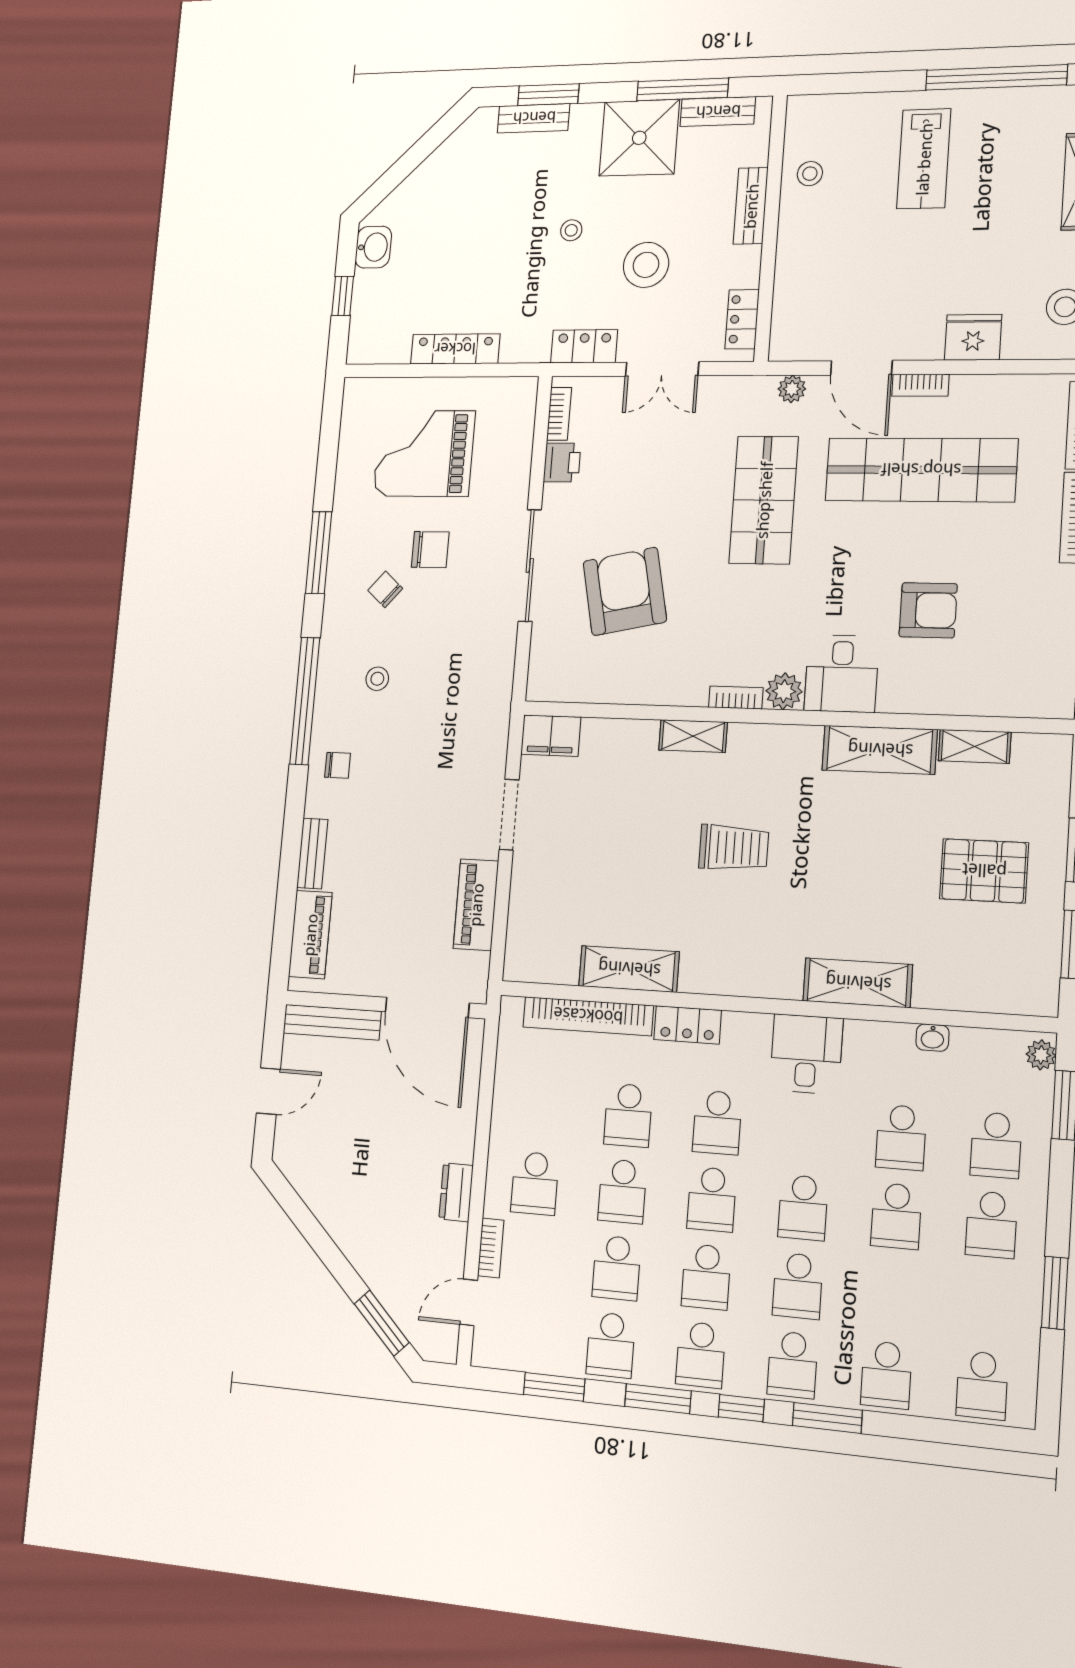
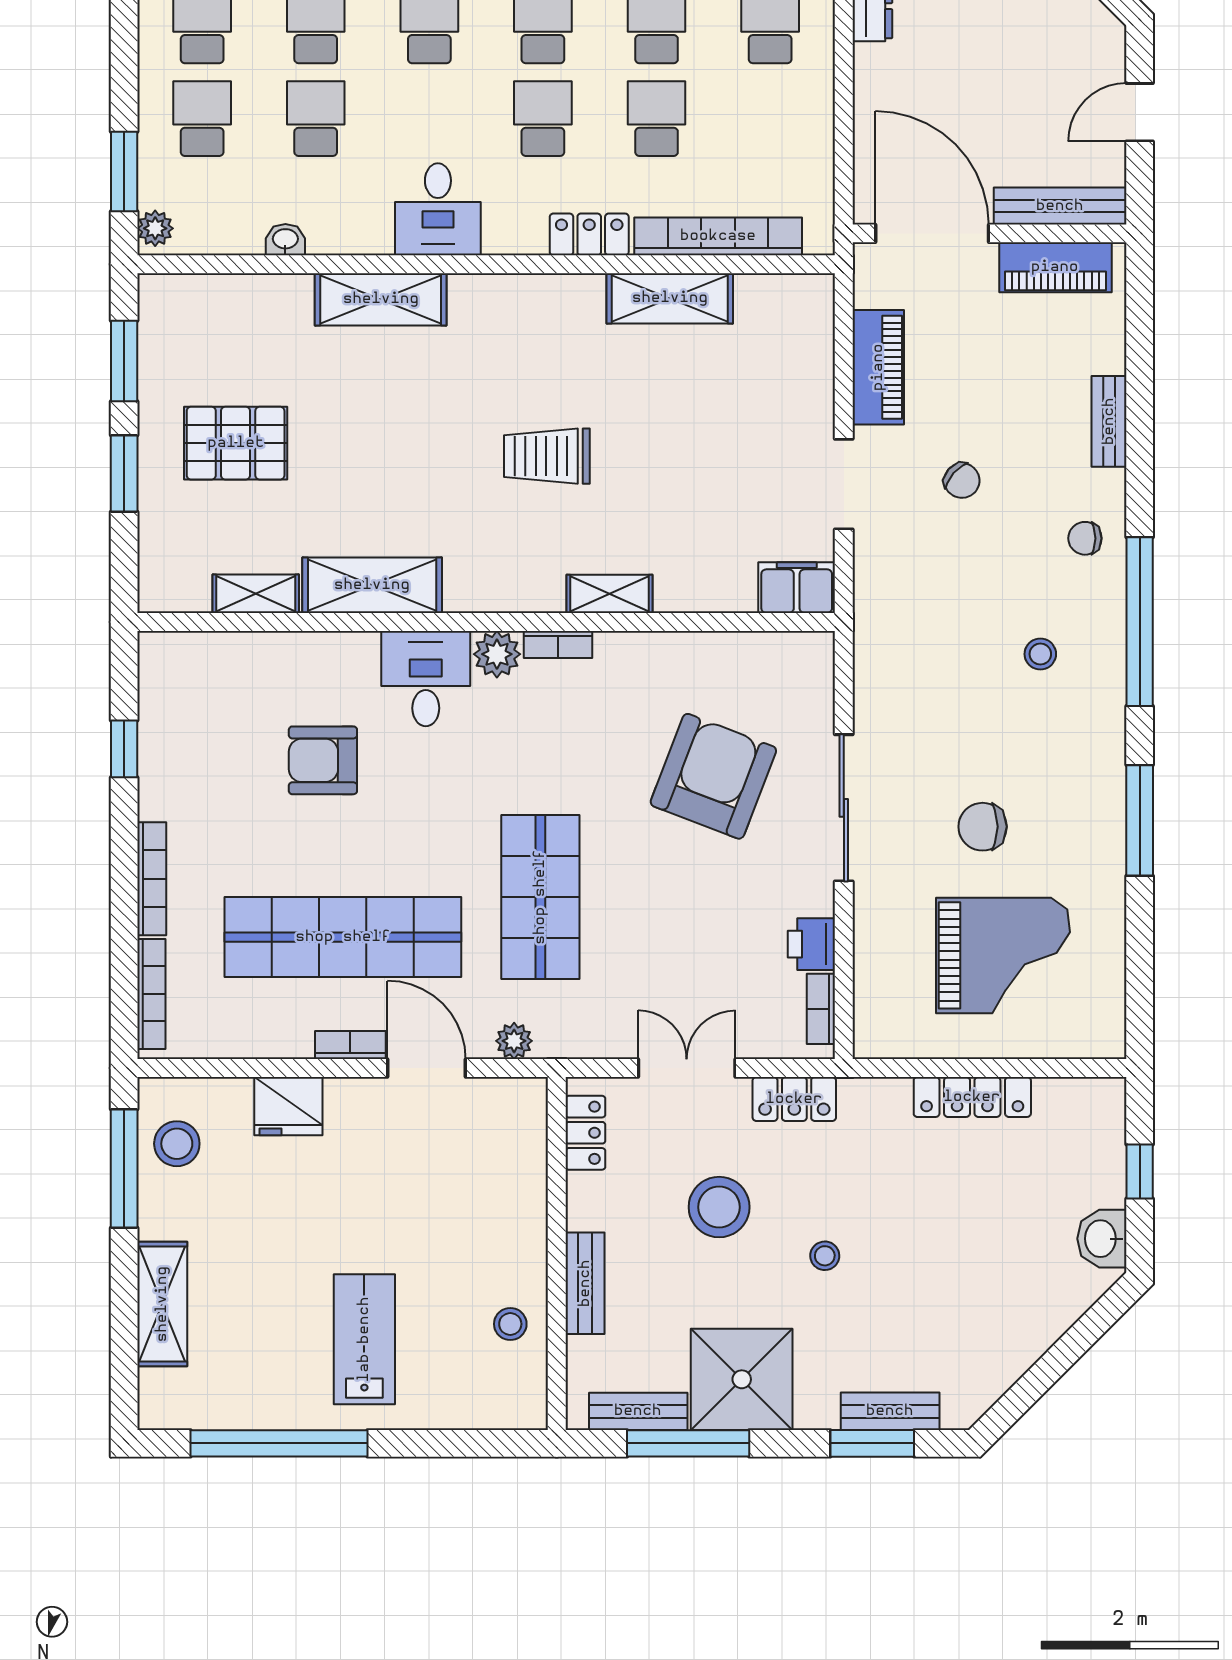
chair: (385, 589) -> (962, 481), moved
armchair: (625, 591) -> (713, 776), turned -147
piano: (310, 935) -> (1055, 267), moved, turned -90

